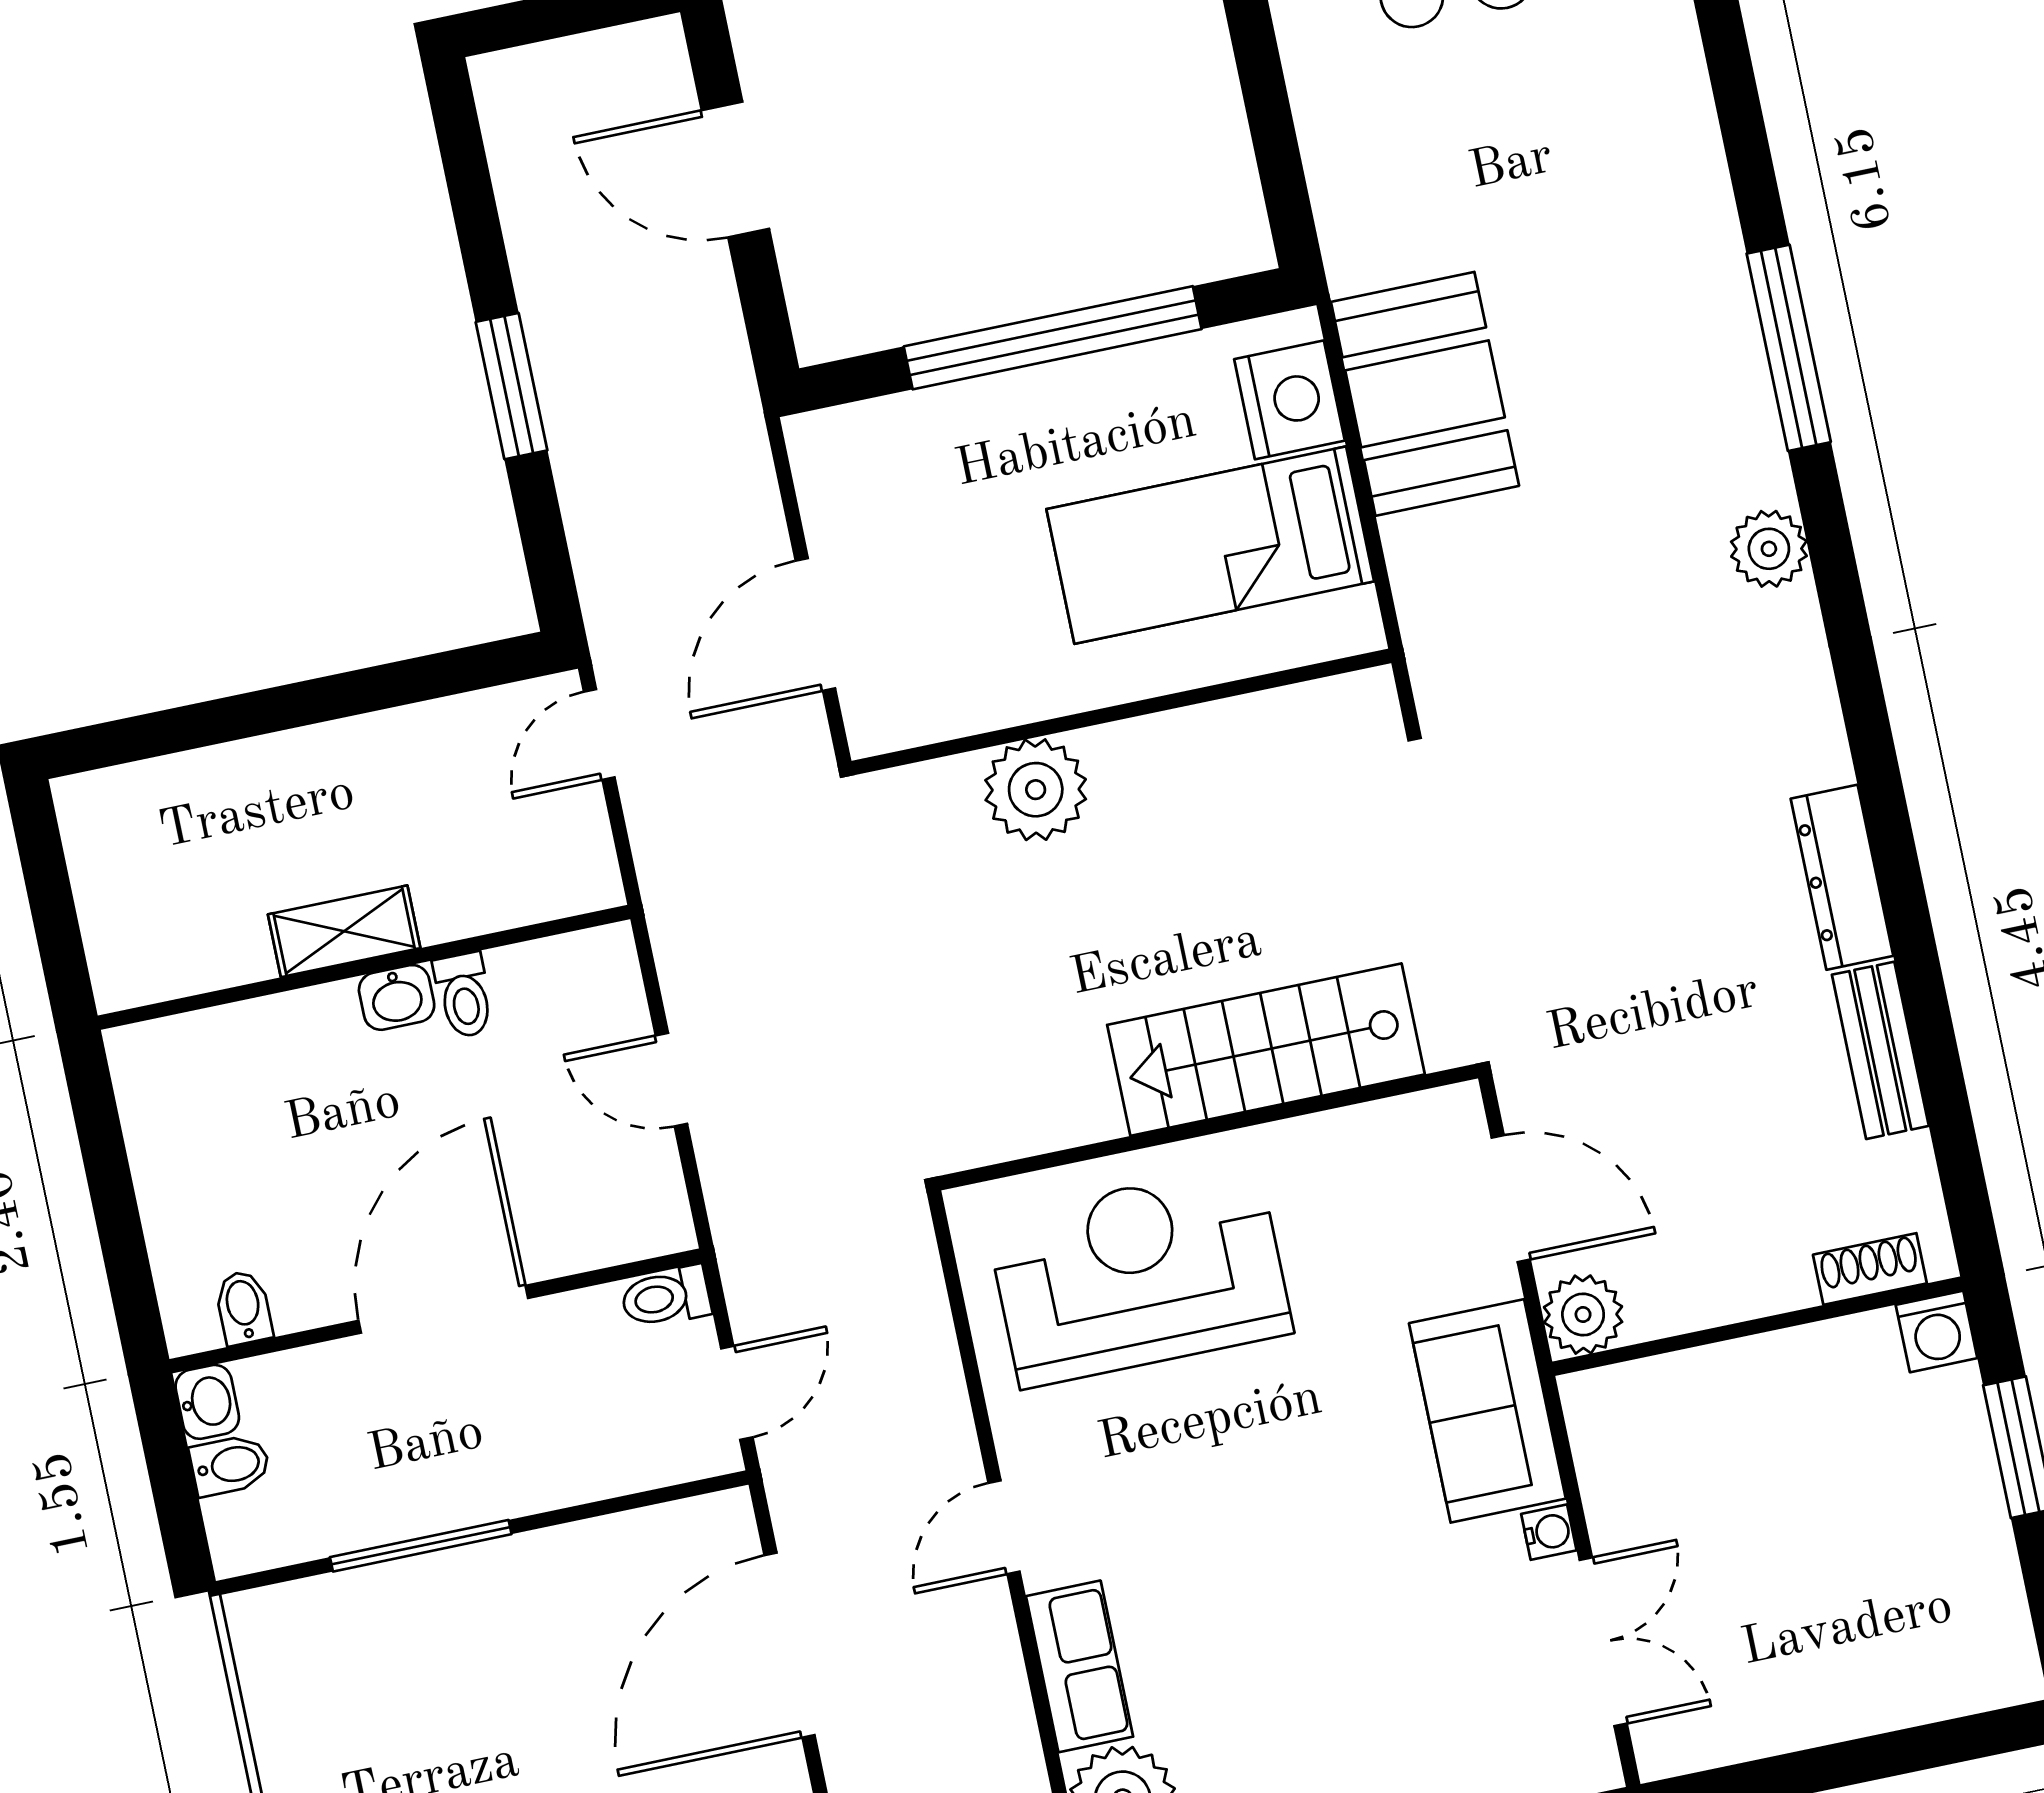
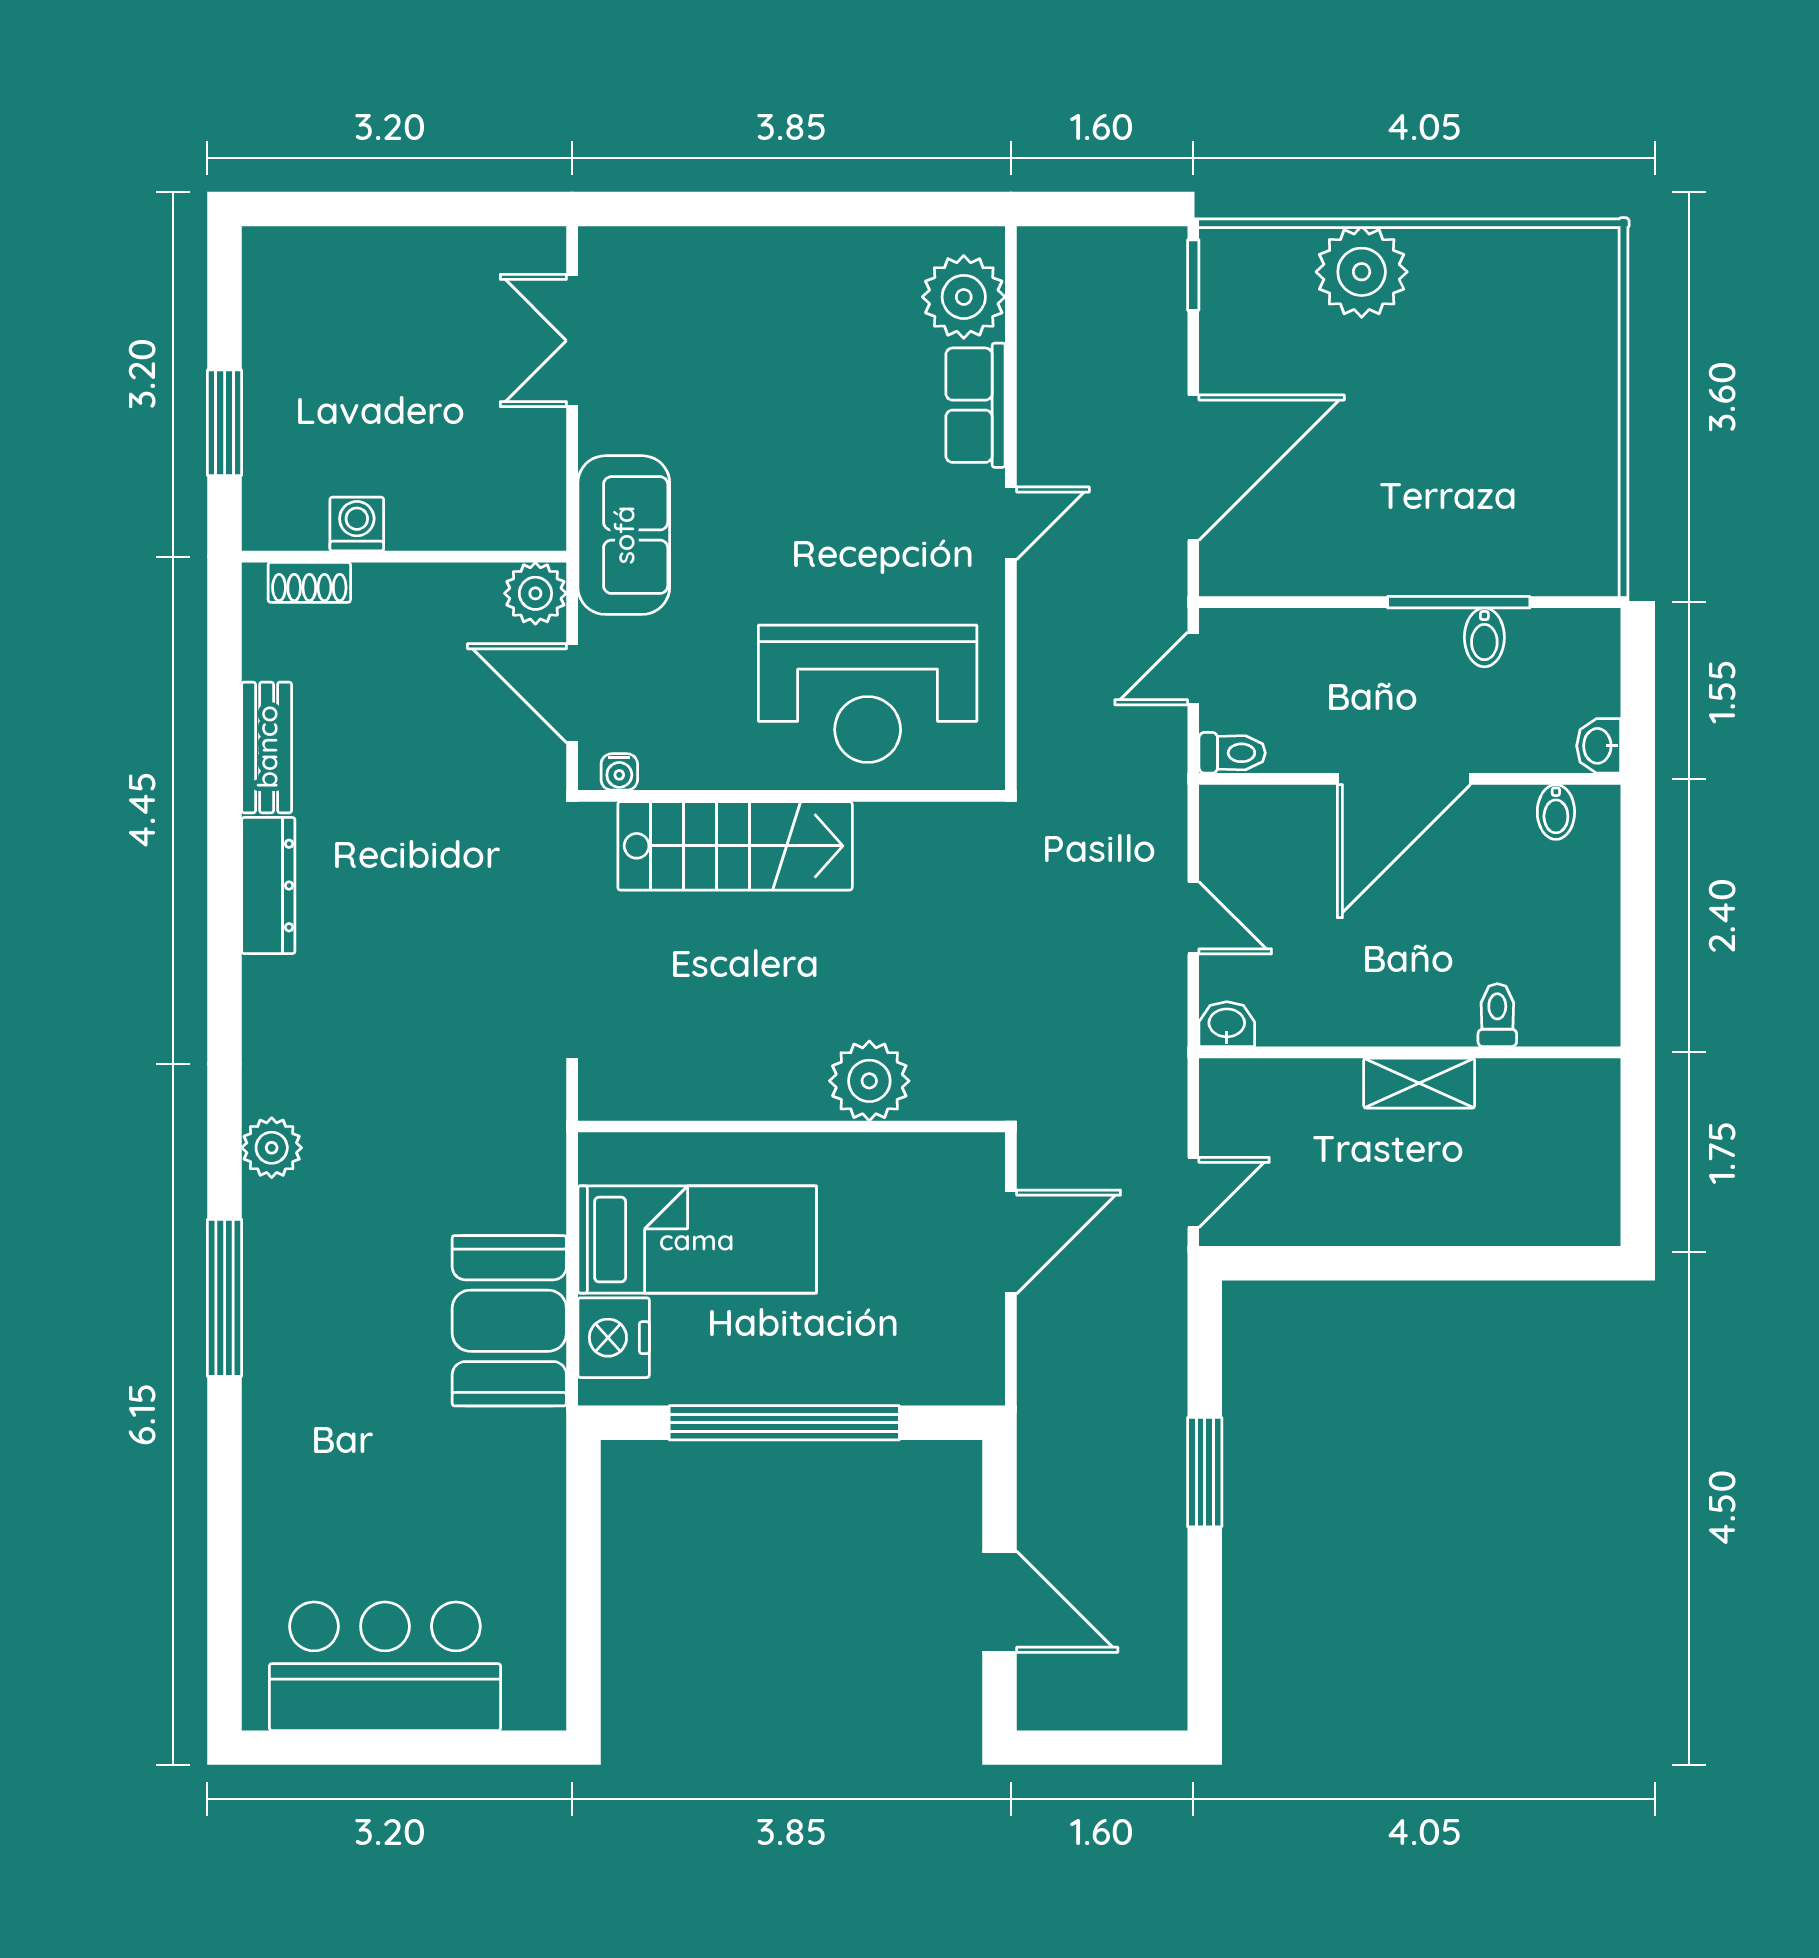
toilet: (464, 995) -> (1497, 1015), moved
washbasin: (397, 997) -> (1227, 1024), moved
washing machine: (1937, 1332) -> (357, 524), moved
bidet: (230, 1465) -> (1484, 637), moved, turned -90
water cooler: (1549, 1532) -> (619, 772), moved, turned -90

